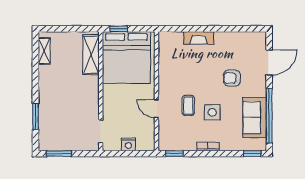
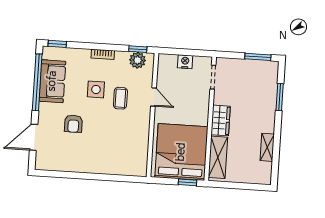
fireplace: (198, 38) -> (105, 168), removed
shelving: (44, 51) -> (267, 147), moved
armchair: (232, 78) -> (73, 124), turned 90
wardrobe: (91, 90) -> (221, 120), added
plant: (174, 143) -> (138, 60), added

